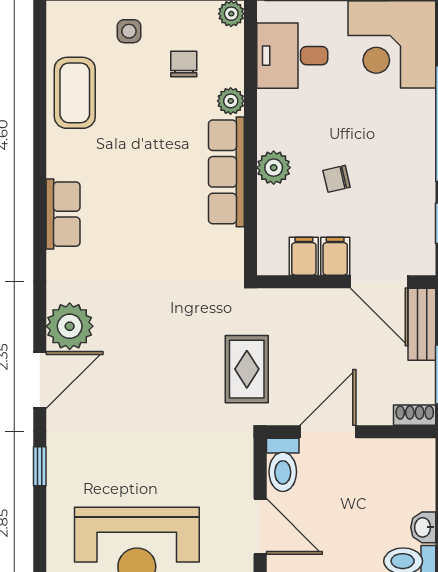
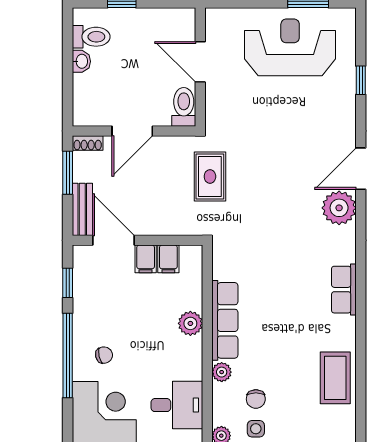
side table: (129, 31) -> (256, 429), moved
chair: (337, 179) -> (104, 355), moved
door: (328, 432) -> (132, 131), moved
window: (40, 466) -> (361, 80), moved

